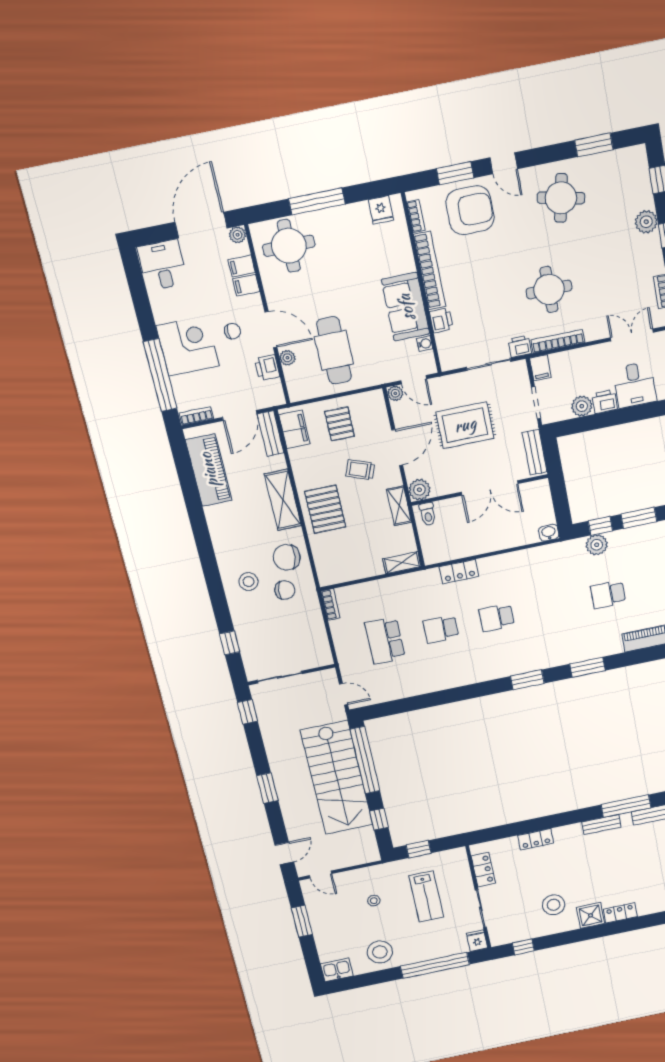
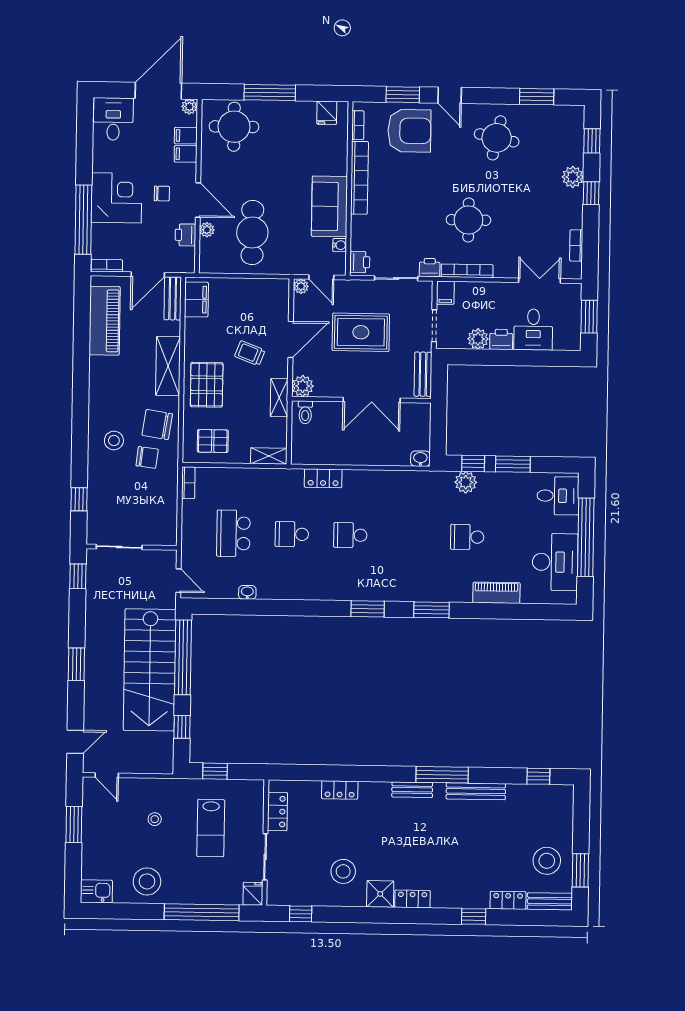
printer: (441, 320) -> (360, 262), moved
pallet: (340, 424) -> (213, 441), moved, turned 90
washbasin: (411, 690) -> (247, 592), added

